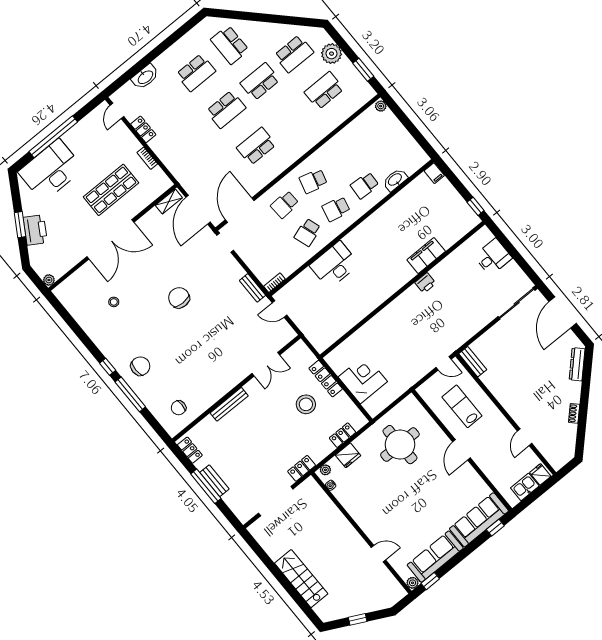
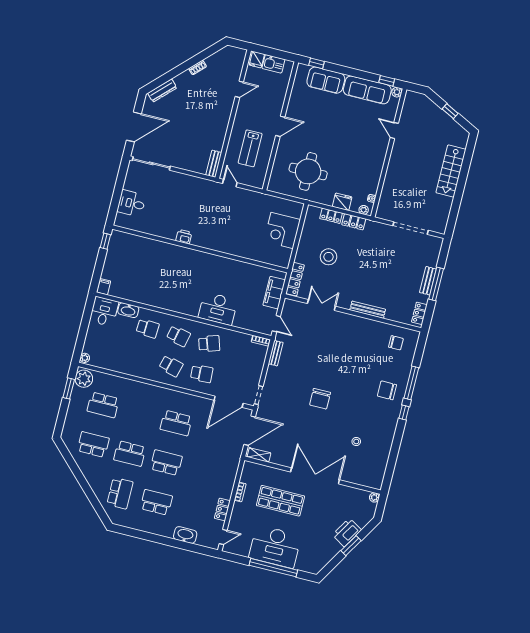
plant: (331, 54) -> (84, 379), moved
desk: (411, 156) -> (104, 311), added
desk: (51, 170) -> (275, 547), moved
filing cabinet: (426, 256) -> (274, 293), moved, turned 90
locker: (326, 379) -> (295, 279), moved
locker: (302, 468) -> (354, 222), moved
sofa: (479, 520) -> (326, 80), width x0.73

